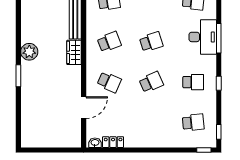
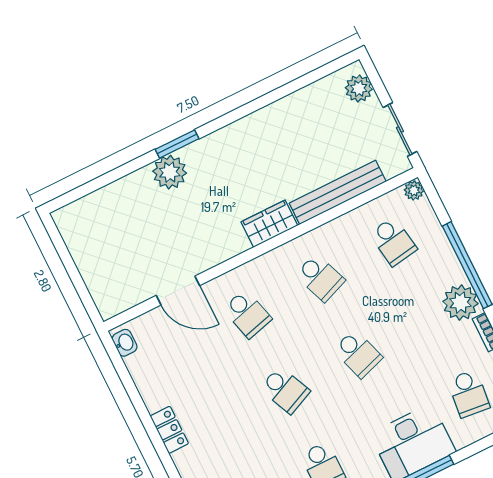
plant: (29, 52) -> (170, 172), moved
school desk: (109, 82) -> (247, 314), turned -39
locker: (113, 142) -> (169, 430), moved

